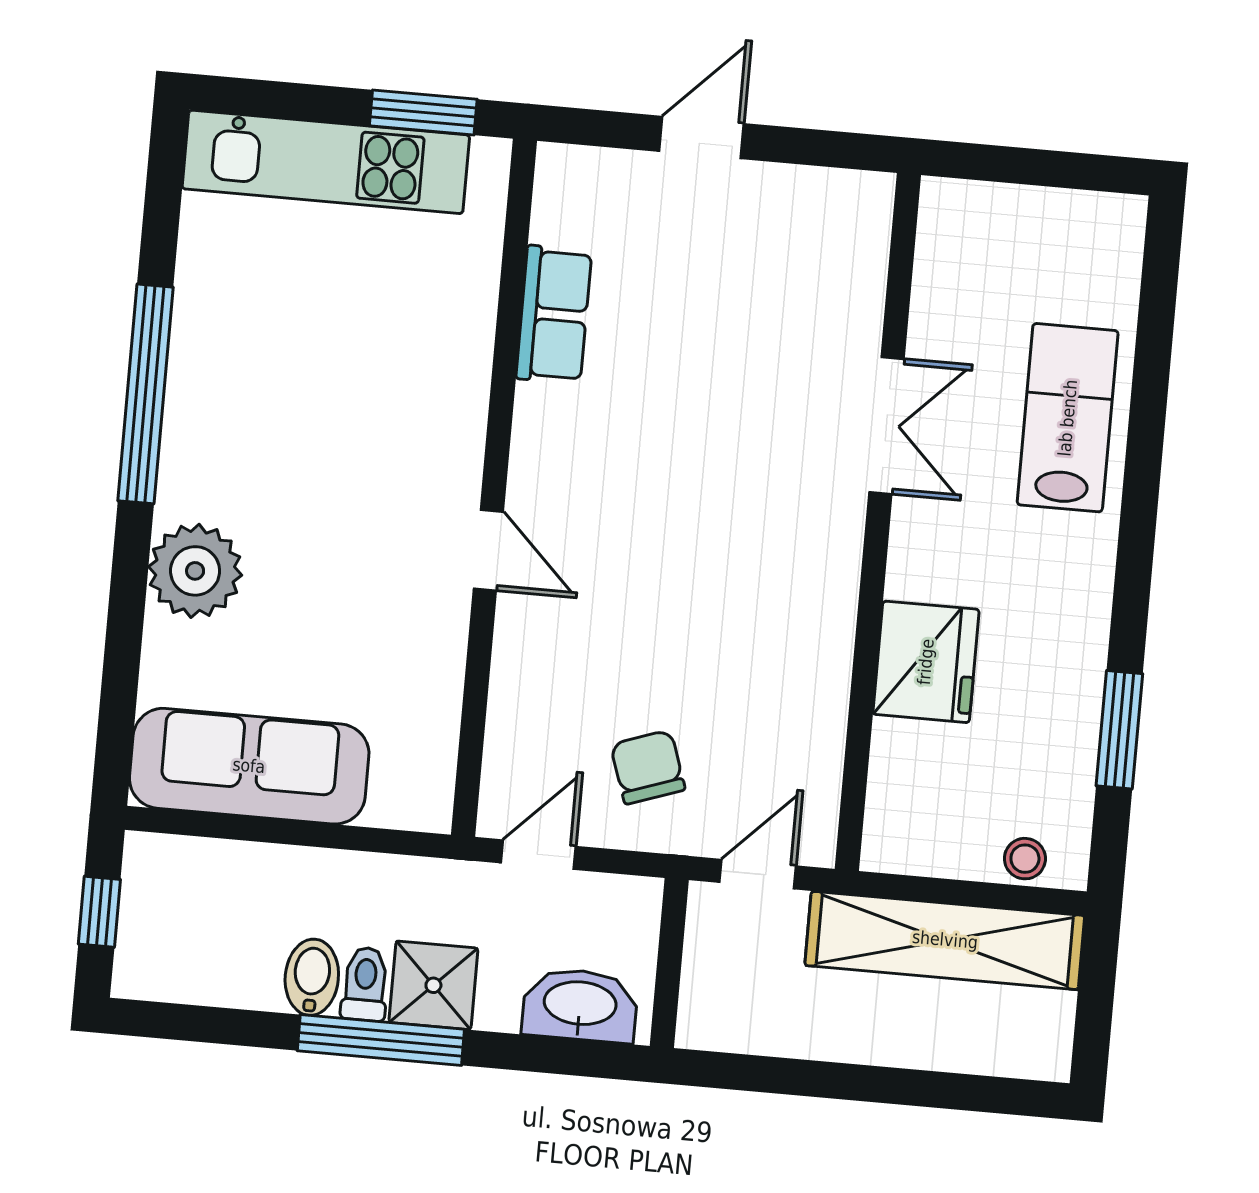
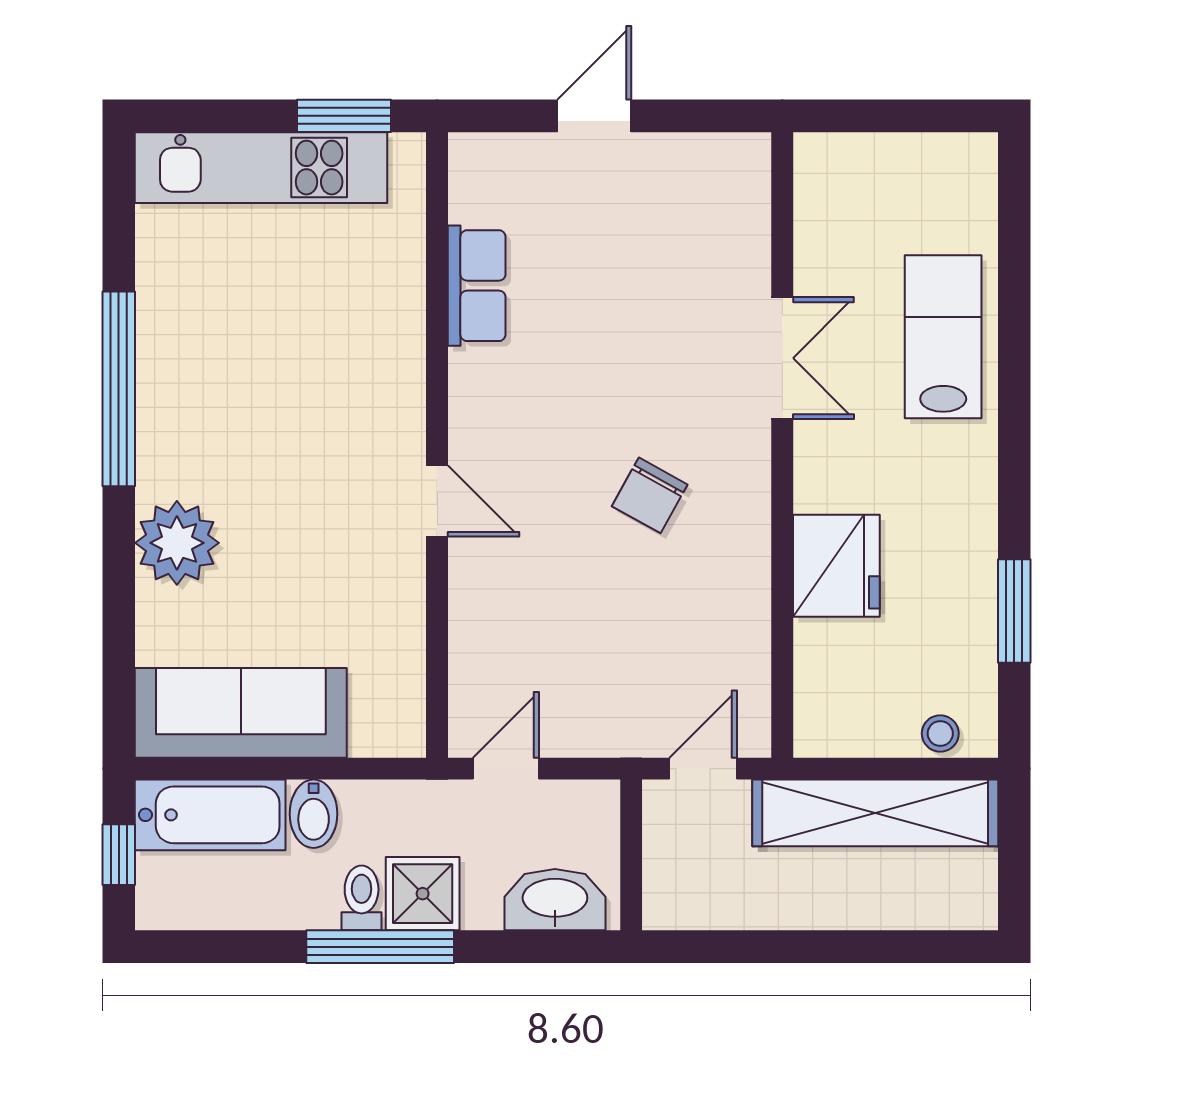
chair: (648, 767) -> (650, 495), moved, turned -132
bathtub: (205, 877) -> (210, 815), added
bidet: (312, 977) -> (314, 814), moved, turned 180

